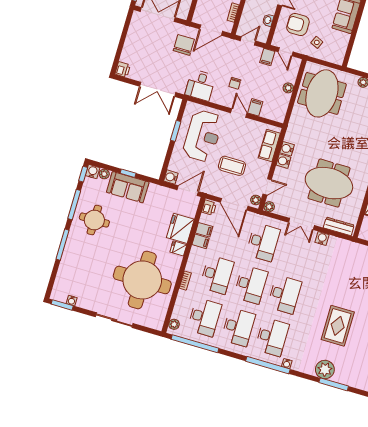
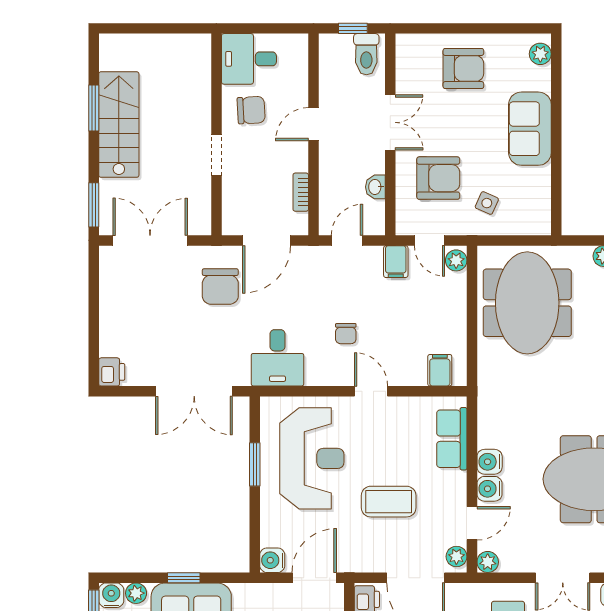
armchair: (298, 25) -> (438, 178), turned 180
chair: (184, 45) -> (220, 286), turned 180
plant: (288, 88) -> (456, 260), moved
filing cabinet: (255, 107) -> (440, 370), moved
water cooler: (287, 149) -> (489, 489), moved

